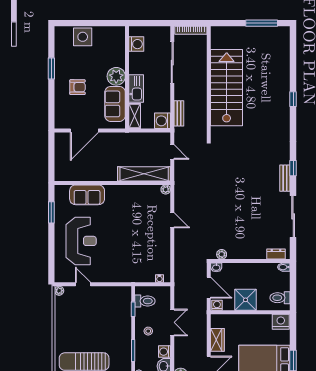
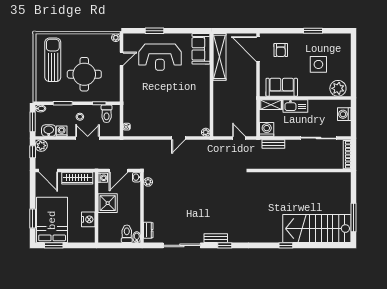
side table: (83, 37) -> (318, 64), moved
washing machine: (136, 44) -> (344, 114), moved, turned 90
plant: (116, 76) -> (338, 88), moved
armchair: (78, 87) -> (281, 50), moved
stairs: (227, 88) -> (317, 229), moved, turned 180
door: (84, 130) -> (258, 49), moved
door: (172, 152) -> (239, 138), swing flipped
shelving: (144, 174) -> (220, 57), moved
sofa: (87, 195) -> (201, 49), moved
window: (51, 212) -> (154, 31), moved
toilet: (280, 298) -> (127, 234), moved
double door: (172, 322) -> (88, 138), swing flipped
nightstand: (281, 322) -> (88, 219), moved
round table: (100, 326) -> (84, 74), added
wardrobe: (217, 340) -> (77, 178), width x1.50

